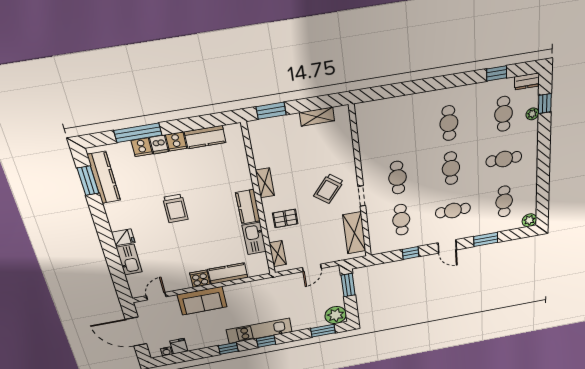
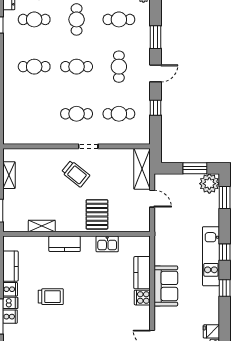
shelving: (265, 183) -> (42, 226), moved
kitchen counter: (248, 207) -> (65, 244), moved
trolley: (175, 208) -> (51, 297), moved
pallet: (285, 218) -> (97, 214), width x1.50, depth x1.42
shelving: (354, 233) -> (142, 169), moved, turned 90
kitchen sink: (254, 238) -> (107, 244), width x0.73
shelving: (278, 254) -> (131, 226), removed
window: (348, 285) -> (195, 168), moved
sofa: (202, 301) -> (166, 286), moved

